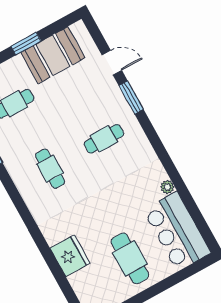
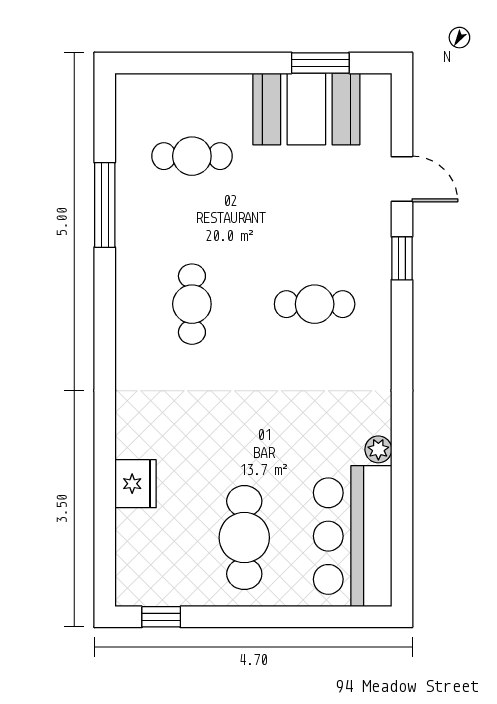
window: (26, 44) -> (320, 63), moved
window: (131, 97) -> (402, 258), width x0.67
fridge: (70, 256) -> (135, 484), width x0.73, depth x0.75

